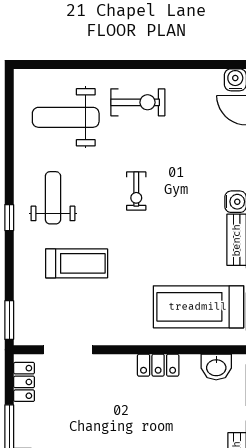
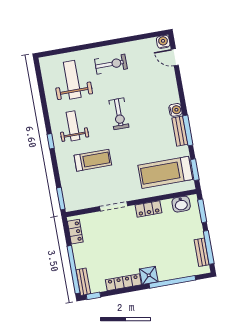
weight bench: (66, 117) -> (72, 80), turned 90
exercise bike: (136, 191) -> (119, 114), width x1.38, depth x1.39
doorway: (68, 350) -> (114, 206), moved

